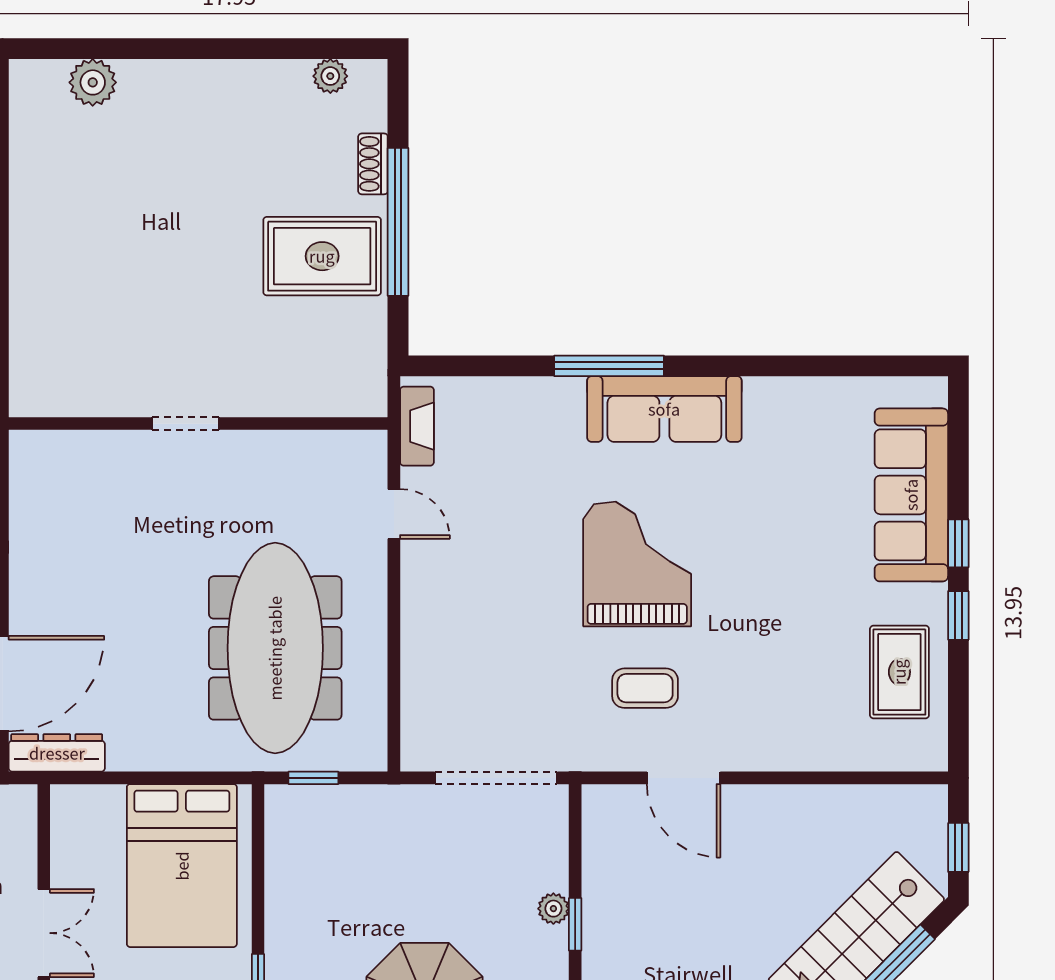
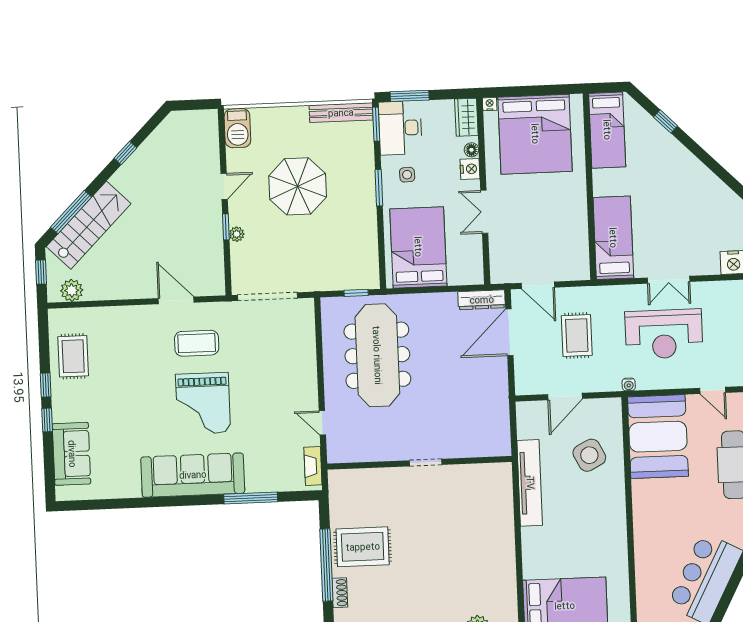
window: (609, 366) -> (251, 498), moved
sofa: (664, 409) -> (193, 475), width x1.36, depth x1.27
sofa: (911, 495) -> (72, 454), width x0.73
coffee table: (645, 688) -> (197, 343), width x1.36, depth x1.30
plant: (897, 807) -> (72, 290), added

